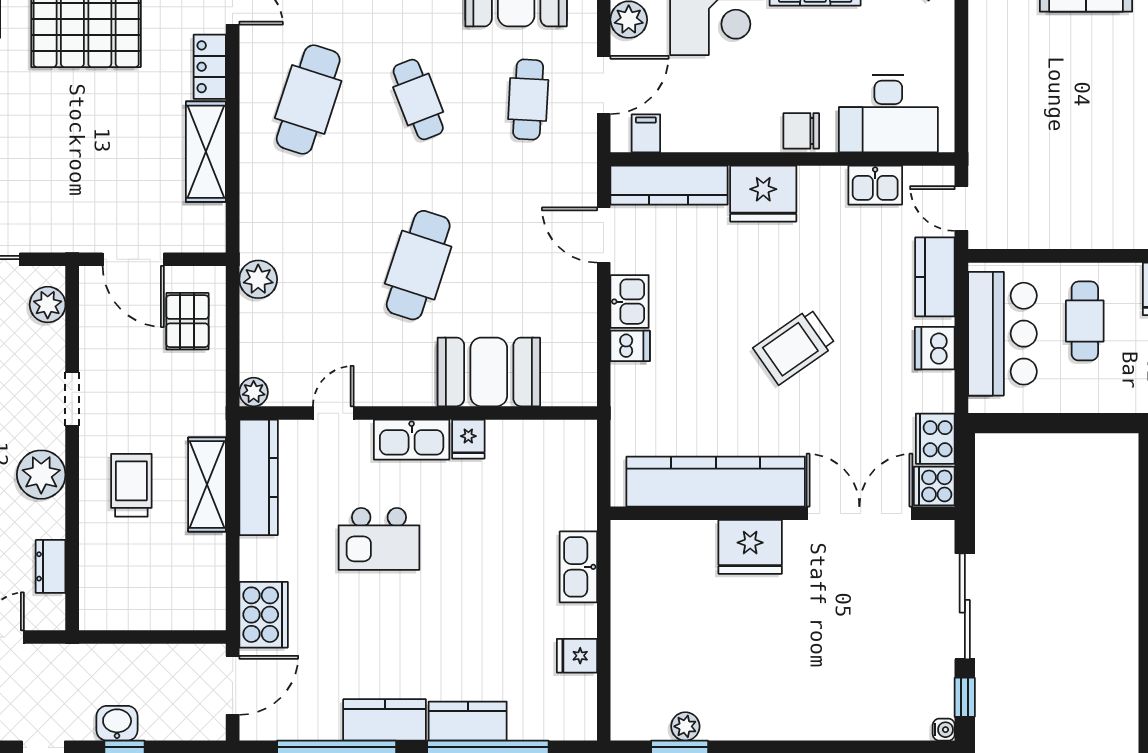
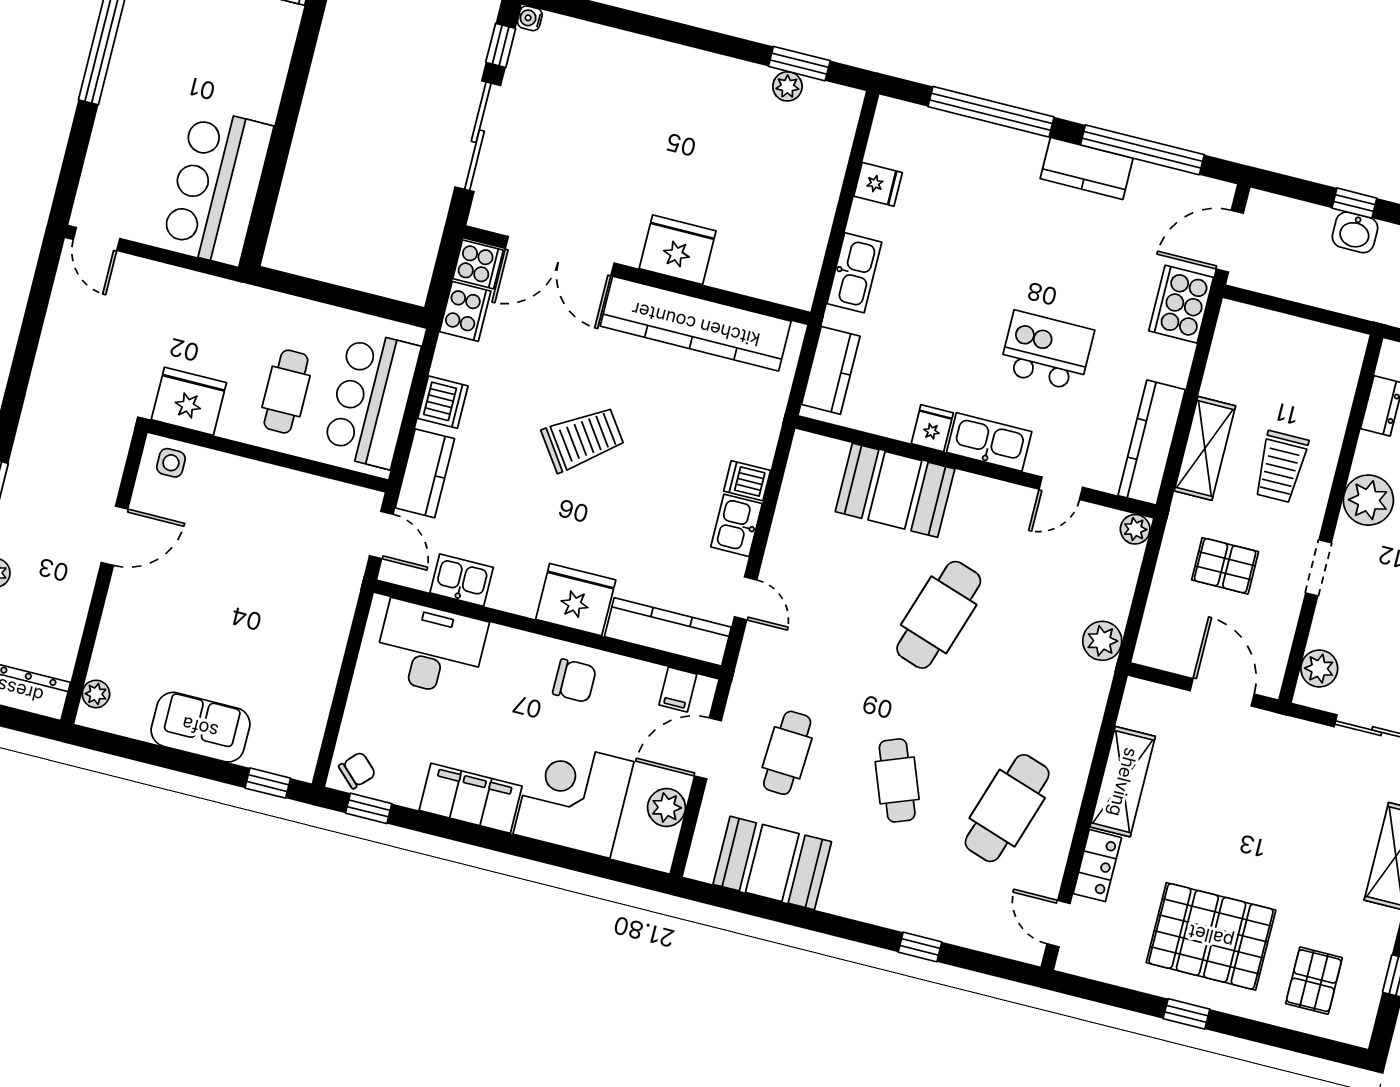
chair: (801, 131) -> (574, 681), moved
door: (604, 235) -> (746, 598), width x0.73
pallet: (187, 321) -> (1225, 566), moved, turned 90
kitchen counter: (468, 721) -> (831, 370), moved, turned -90

